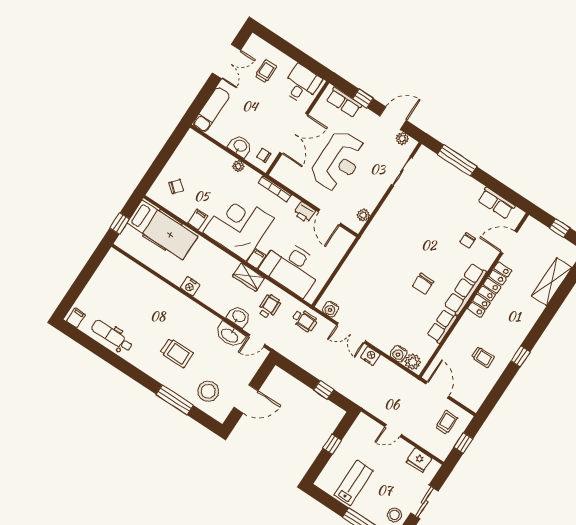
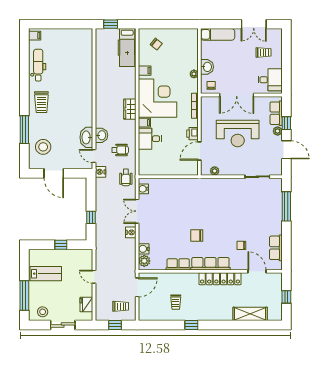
plant: (402, 139) -> (278, 131), moved
hospital bed: (162, 230) -> (127, 48), width x0.73, depth x0.78
desk: (292, 267) -> (150, 139), width x0.53, depth x0.77
wardrobe: (249, 277) -> (130, 109), moved
nightstand: (190, 286) -> (100, 172), moved
trolley: (177, 353) -> (41, 102), moved

